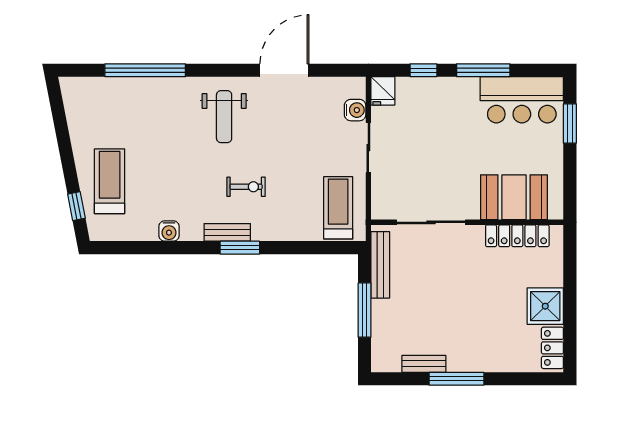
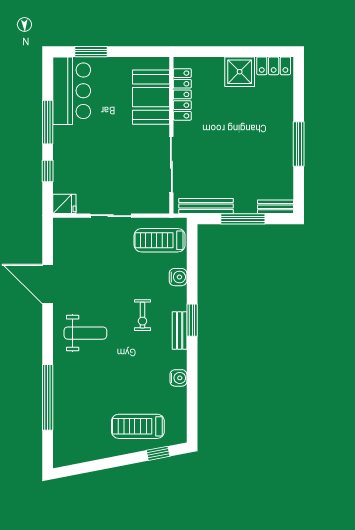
water cooler: (355, 110) -> (178, 277), moved, turned 90
exercise bike: (246, 187) -> (142, 315), turned 180
bench: (424, 364) -> (275, 207), moved, turned 90

